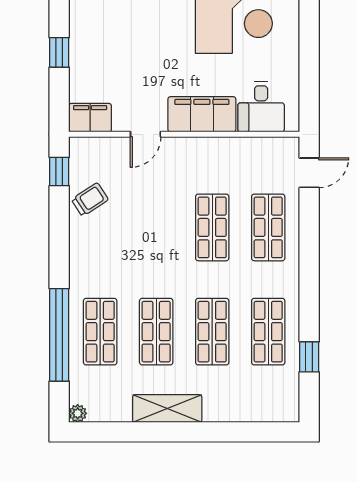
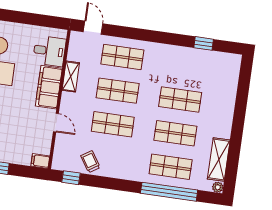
filing cabinet: (90, 118) -> (40, 161), width x0.50
shelving: (224, 148) -> (71, 77), added
shop shelf: (268, 332) -> (113, 124), moved
shelving: (167, 409) -> (219, 160), moved

